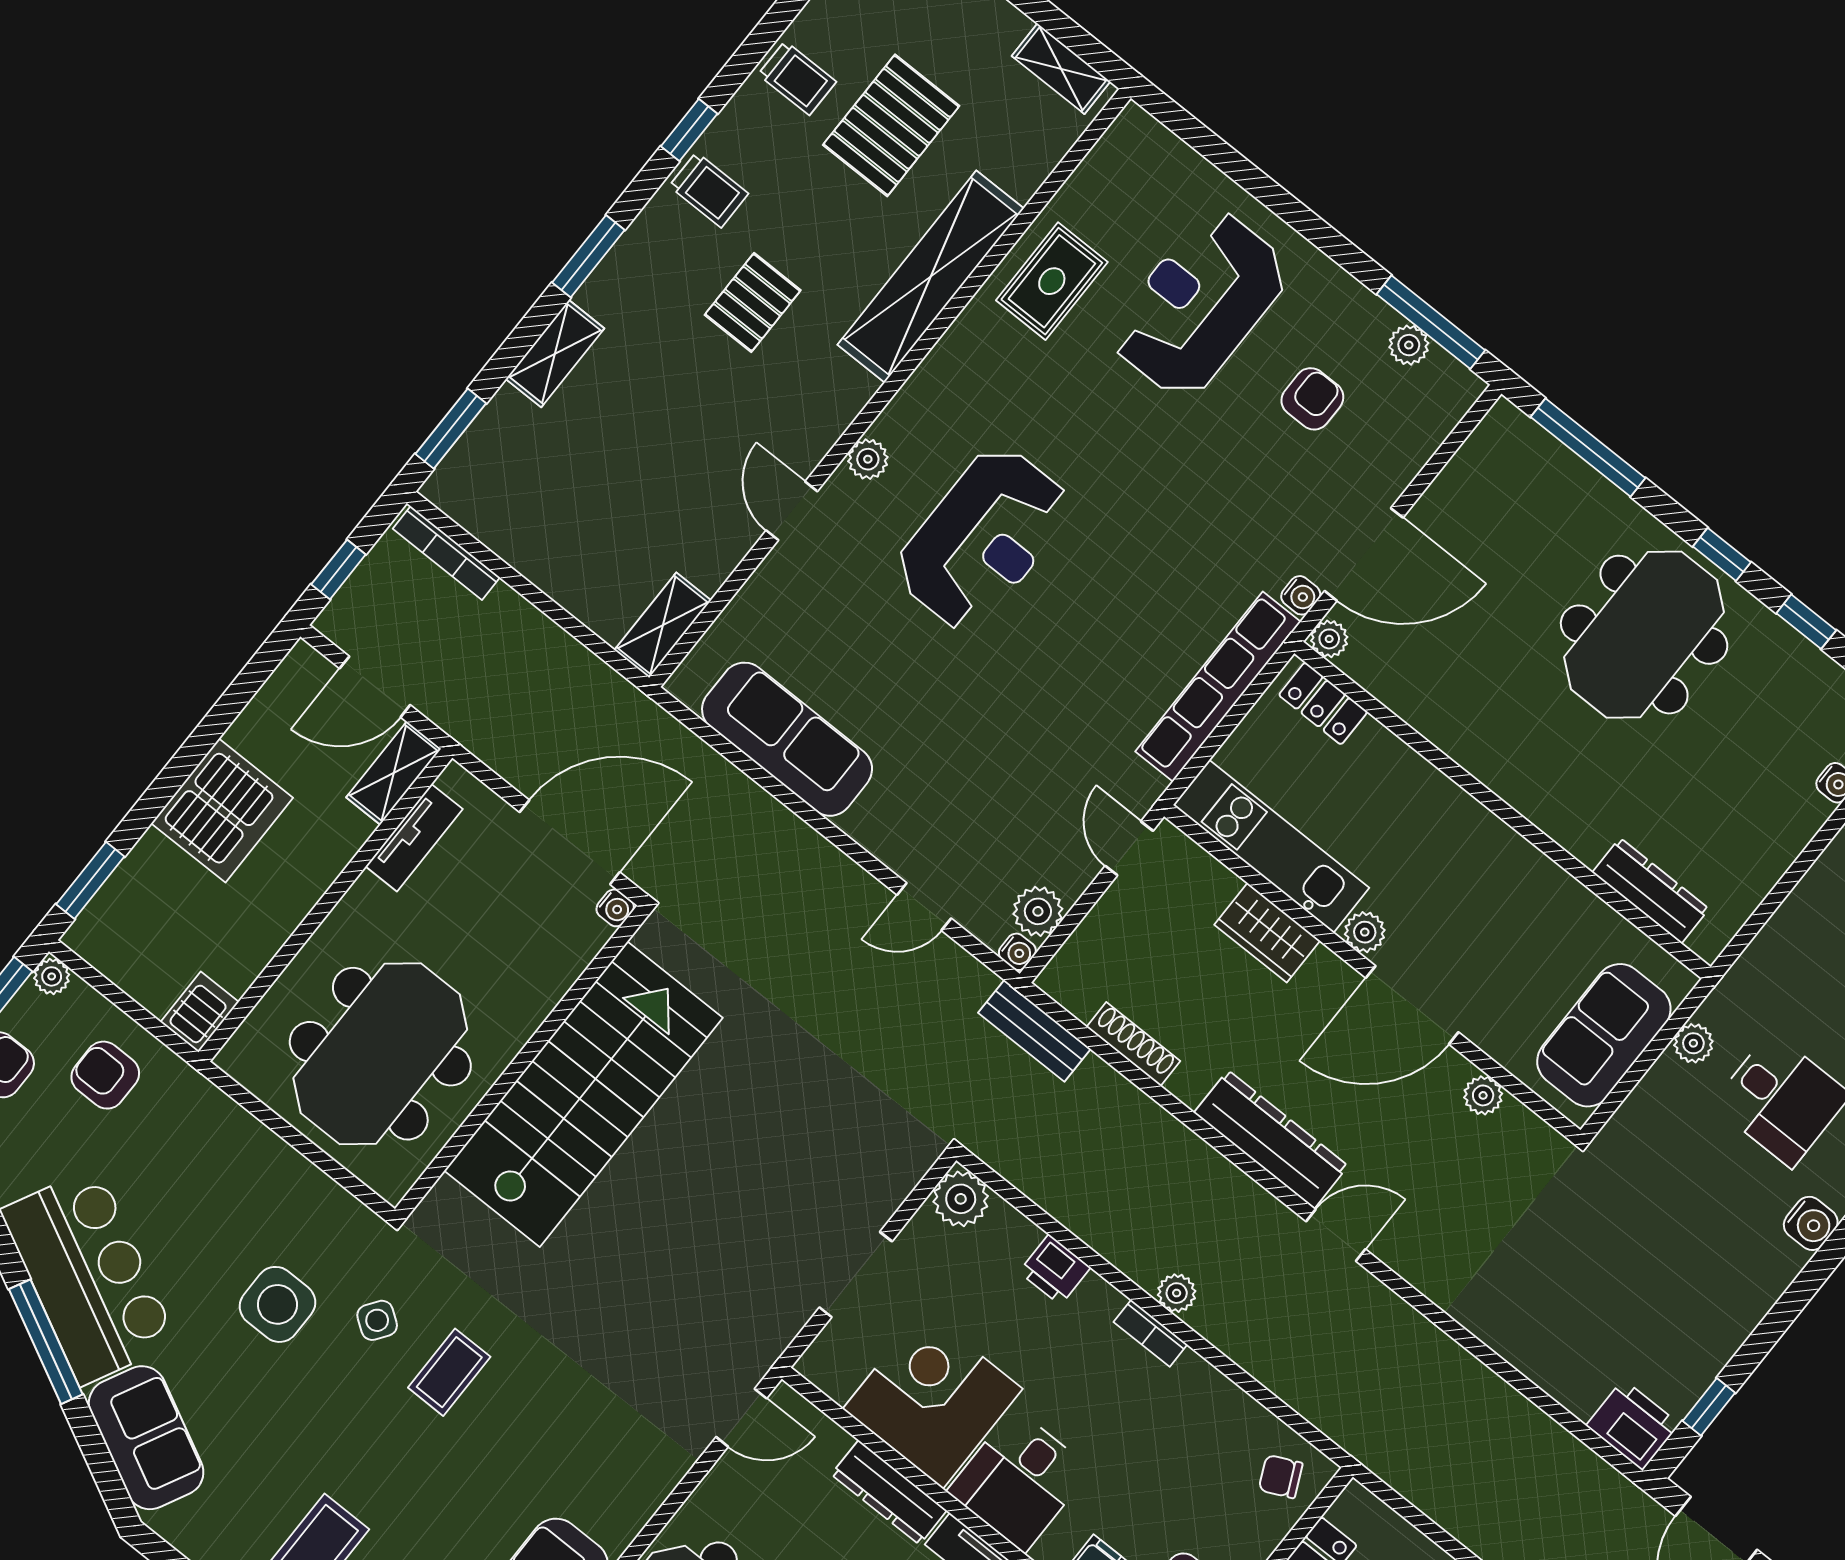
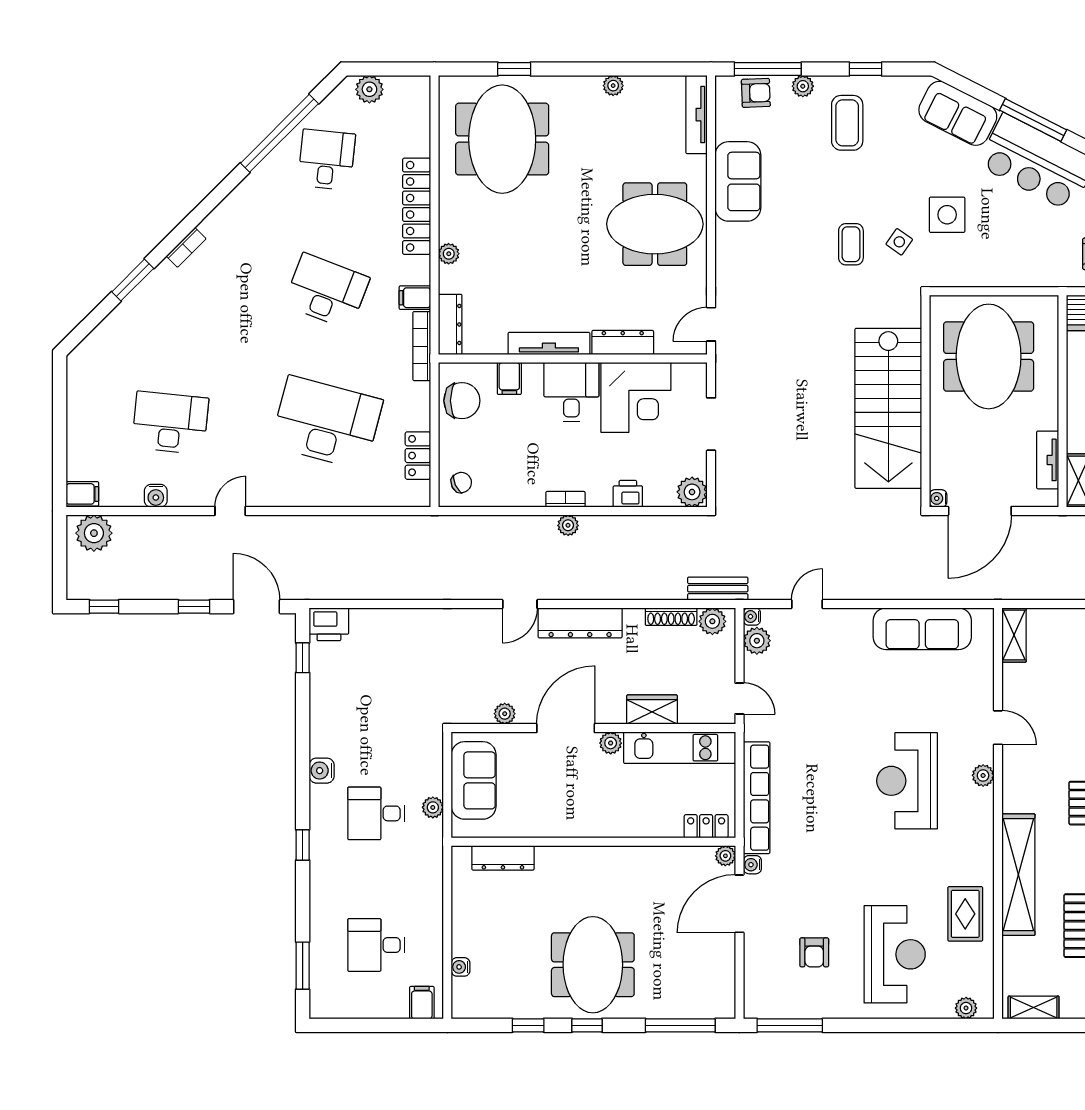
plant: (1409, 345) -> (966, 1008), moved
plant: (1080, 990) -> (712, 621), added

